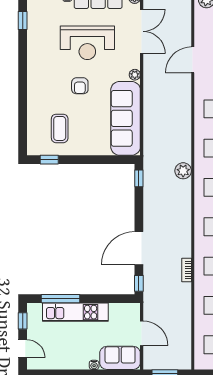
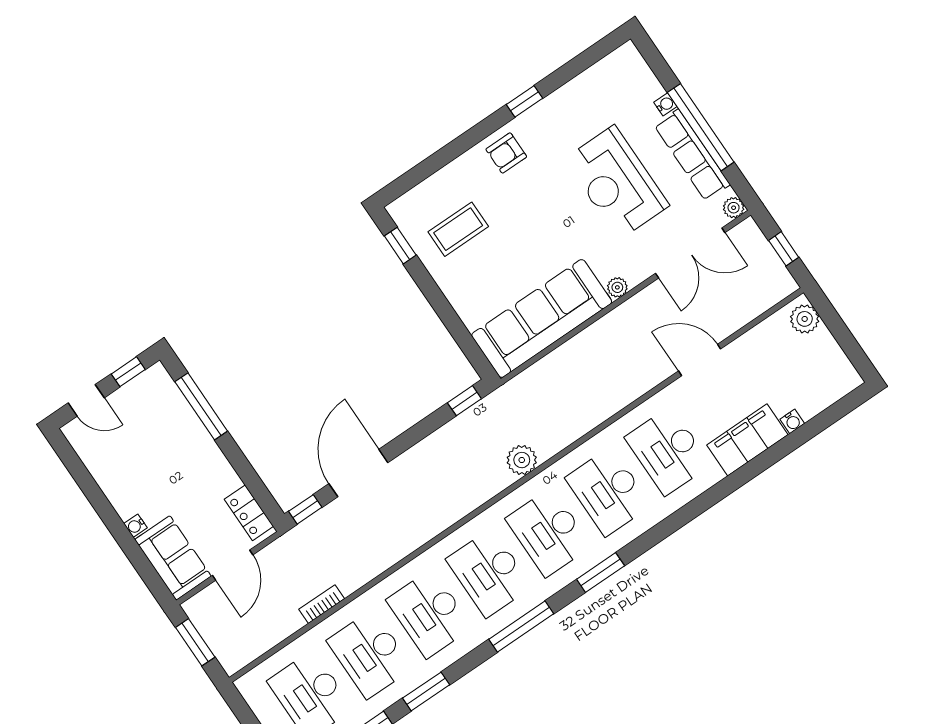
window: (23, 20) -> (525, 101), moved
armchair: (80, 86) -> (506, 153), moved
door: (139, 248) -> (358, 473), hinge flipped
bookcase: (187, 270) -> (322, 604), moved
locker: (123, 310) -> (249, 513), added
kitchen unit: (75, 312) -> (196, 443), removed
door: (23, 349) -> (86, 400), hinge flipped

